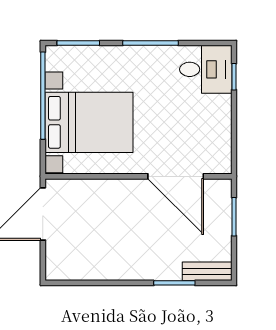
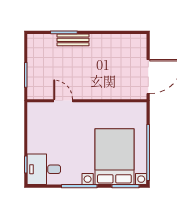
bed with nightstands: (89, 122) -> (114, 157), moved, turned 90
door: (176, 176) -> (63, 101), width x0.53
bench: (207, 271) -> (73, 40), moved

